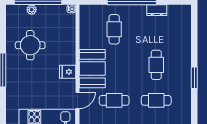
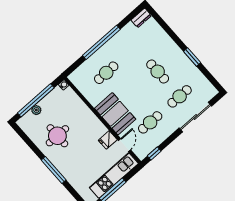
dresser: (157, 10) -> (141, 18), moved
cafe table: (114, 29) -> (106, 73), turned 90
fridge: (68, 72) -> (108, 140), moved

